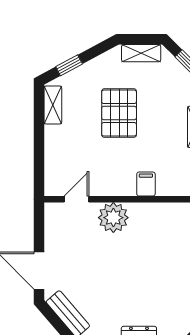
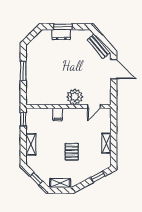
shelving: (53, 105) -> (106, 143), moved
pallet: (119, 113) -> (72, 152), width x0.67, depth x0.71

